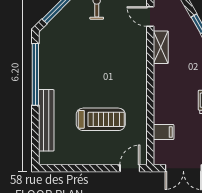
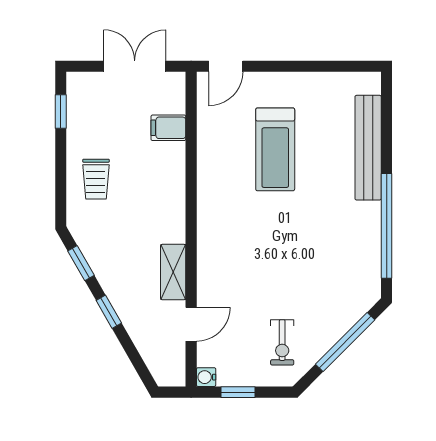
door: (150, 16) -> (191, 324), hinge flipped
treadmill: (101, 119) -> (275, 149), turned -90

